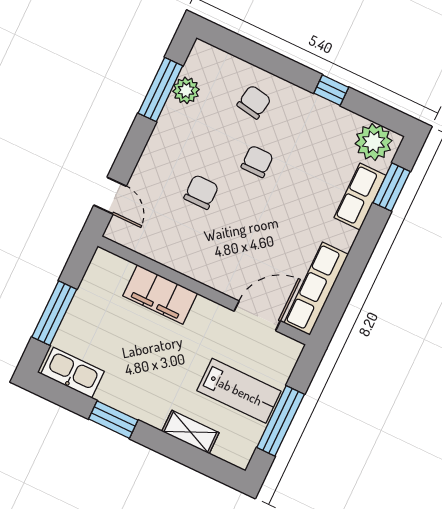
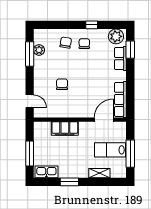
chair: (257, 161) -> (84, 44), moved
lab bench: (239, 391) -> (110, 150), turned 180

